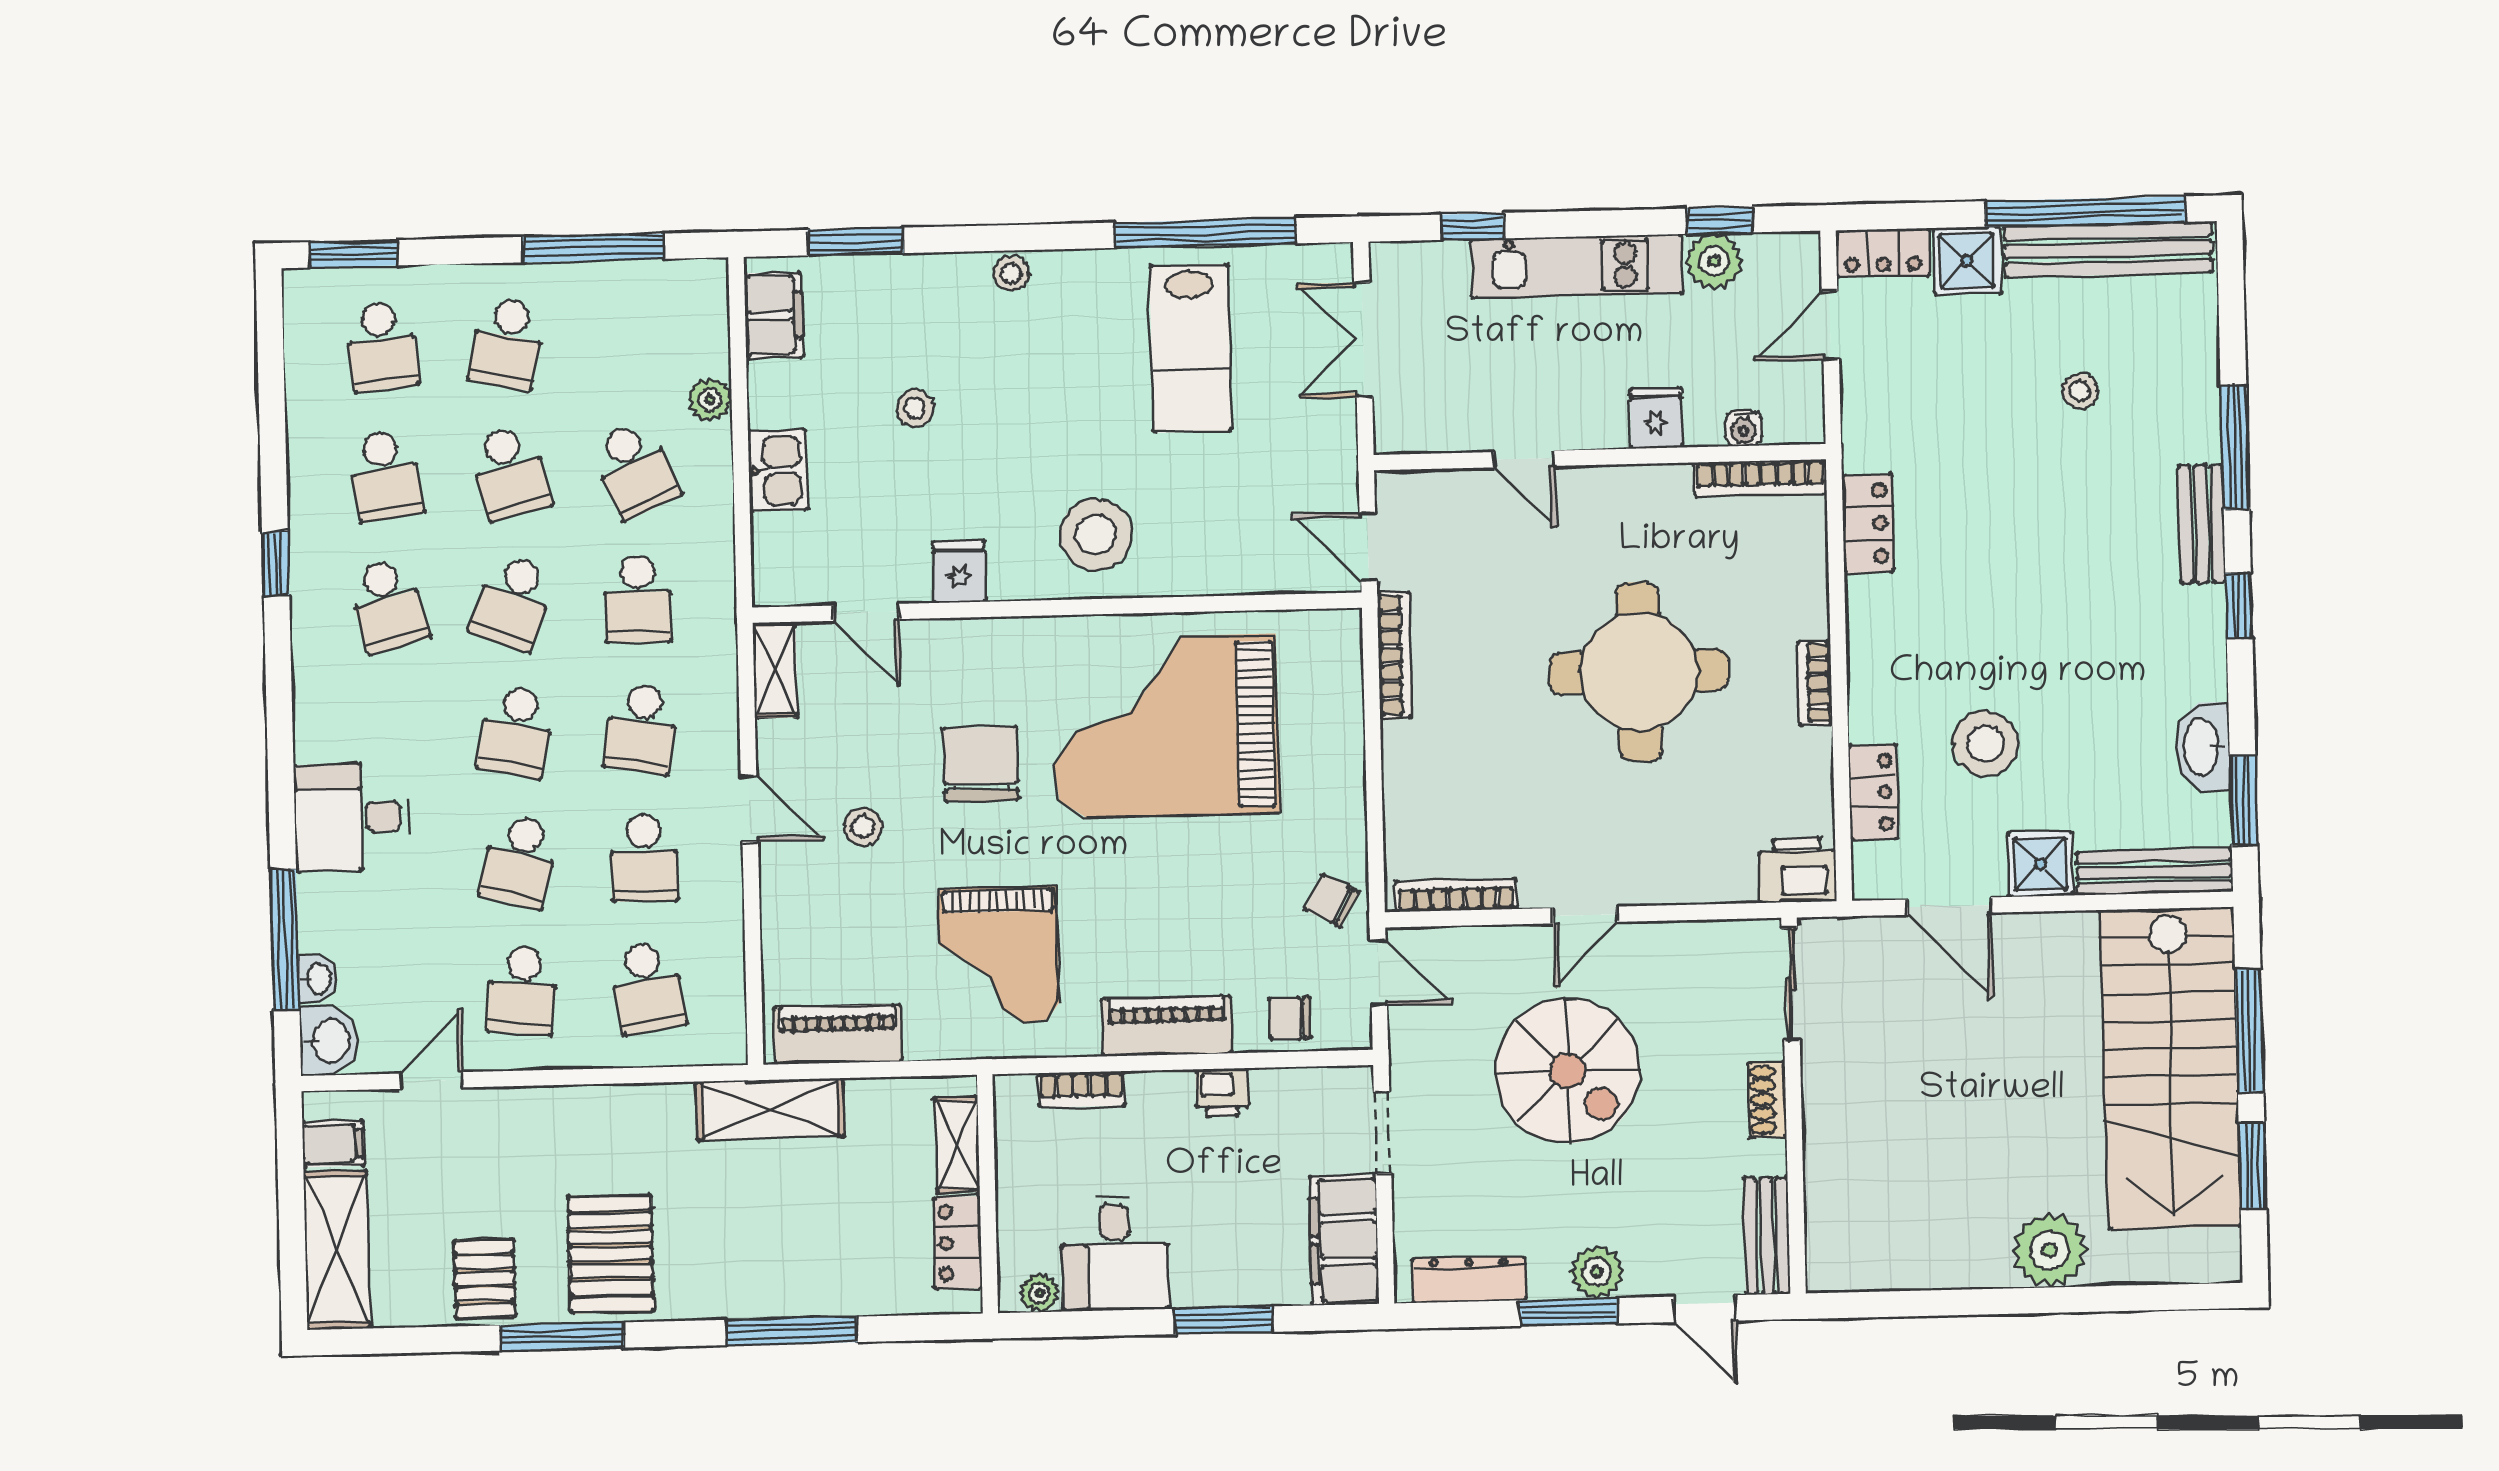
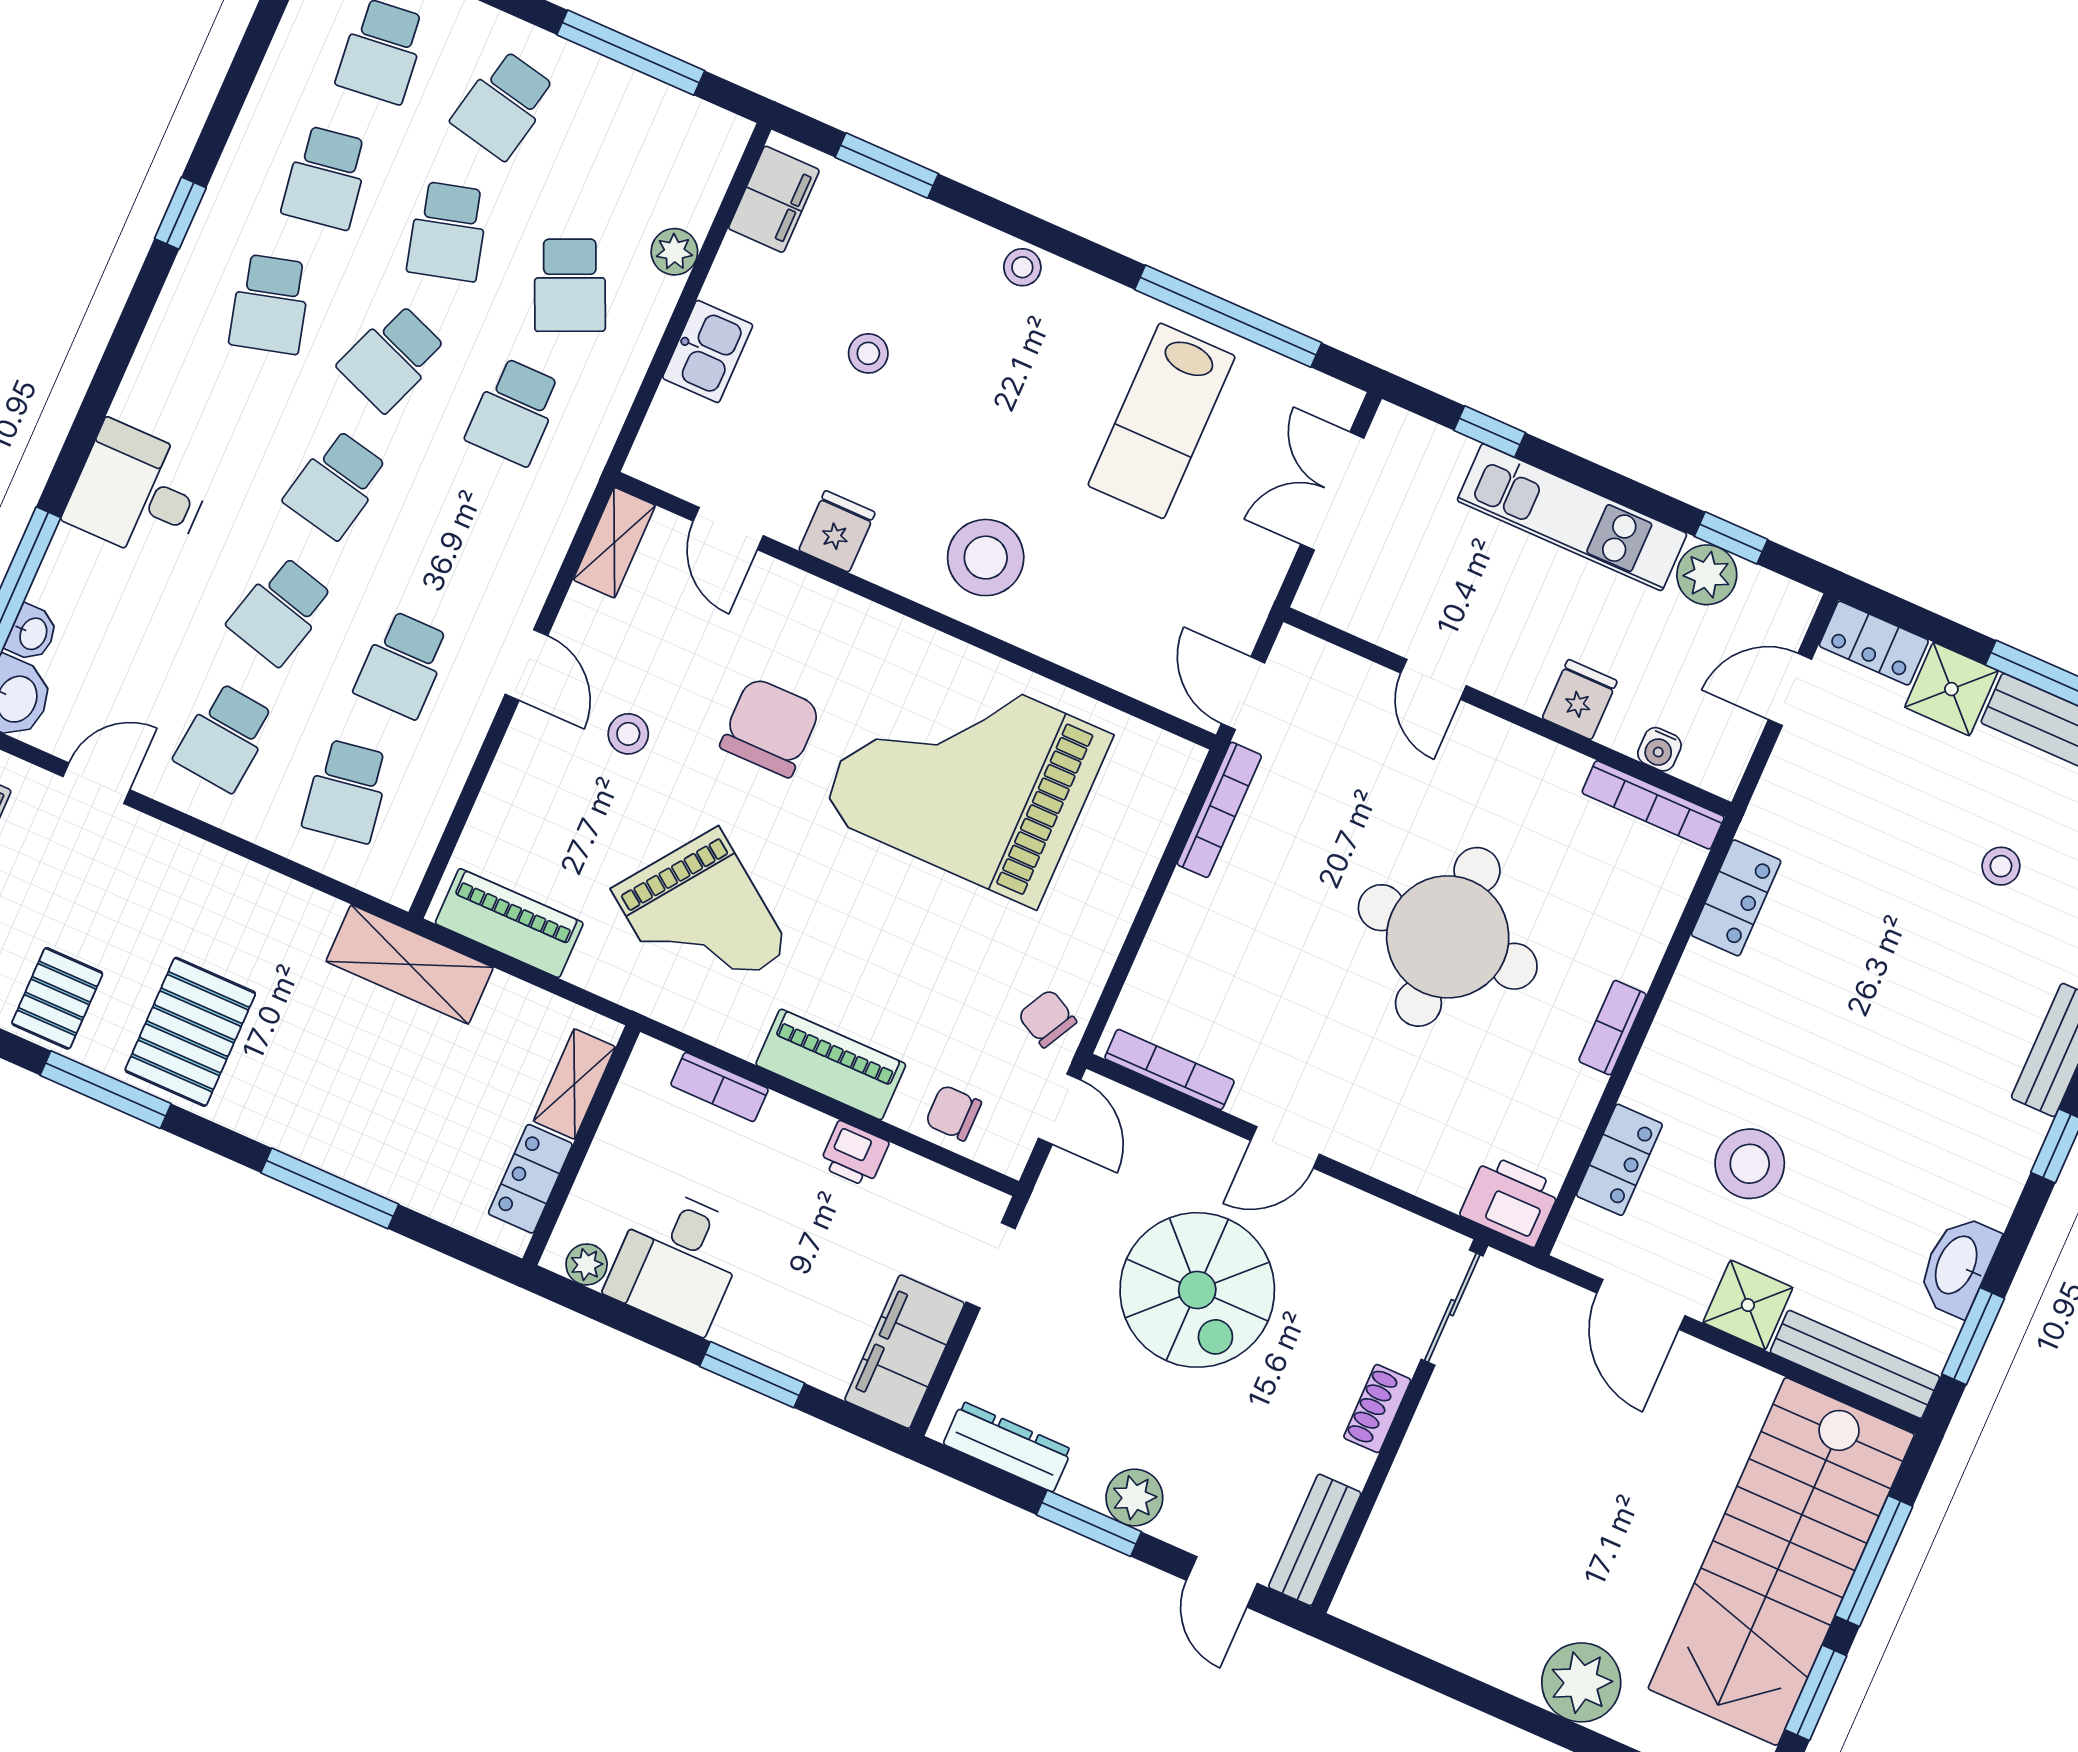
school desk: (641, 728) -> (458, 538), removed
grand piano: (999, 955) -> (701, 920), turned -54

